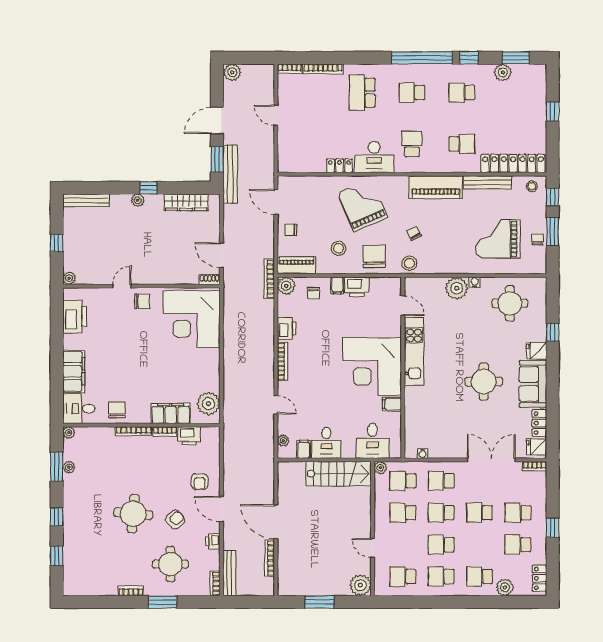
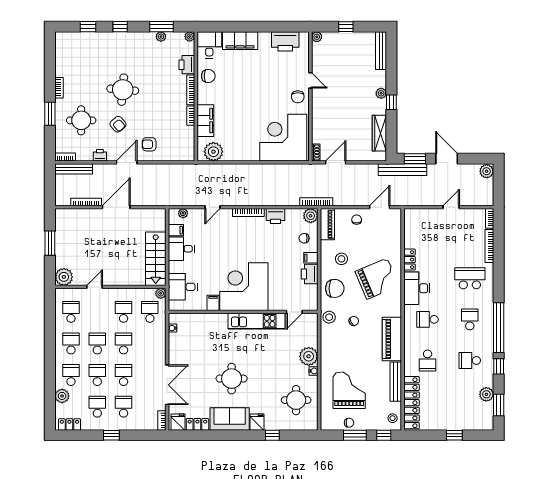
school desk: (462, 93) -> (470, 360), turned -90
school desk: (412, 144) -> (428, 319), turned 180
printer: (189, 436) -> (187, 65), moved
school desk: (441, 481) -> (97, 375), moved

